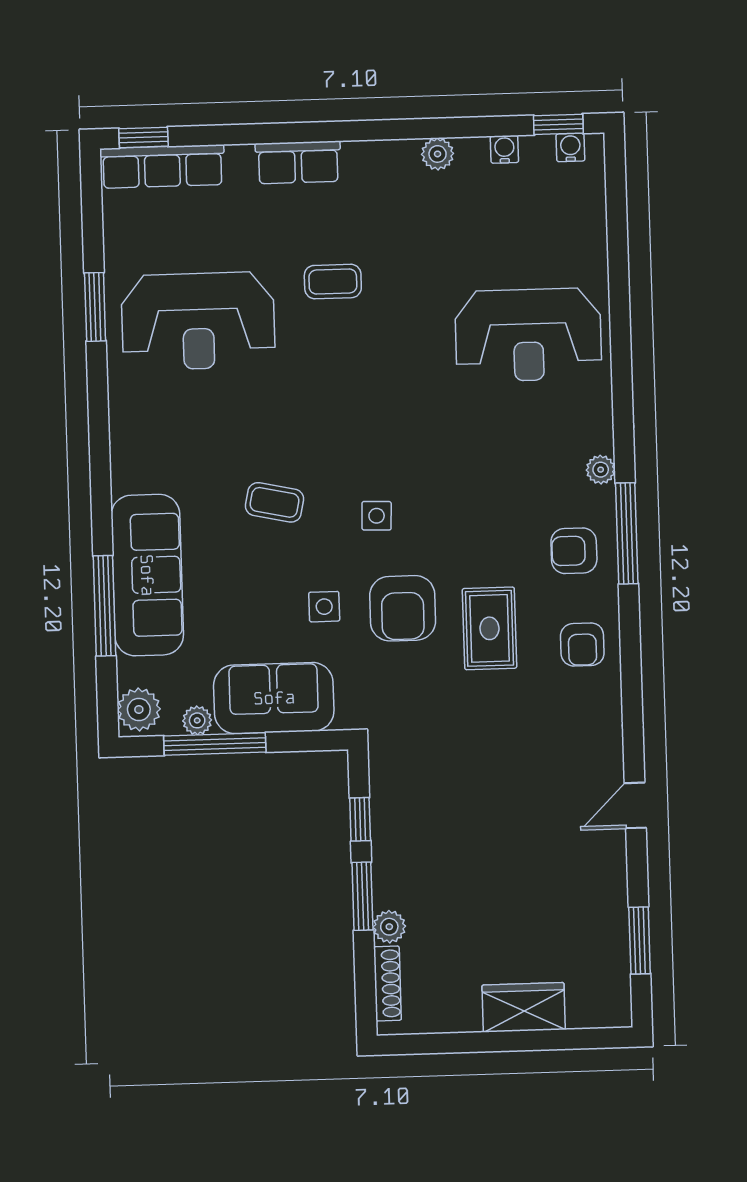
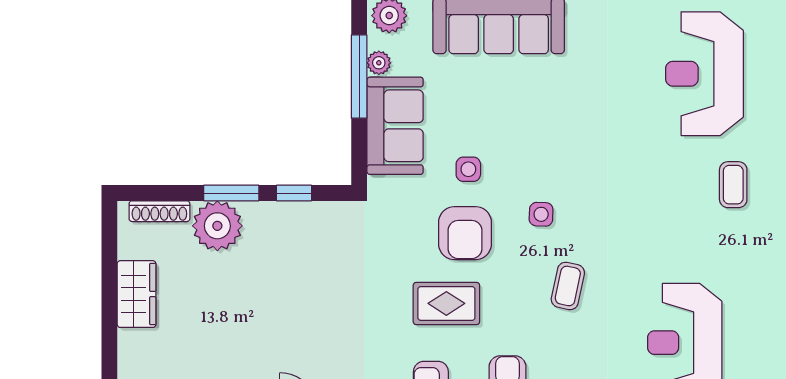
coffee table: (275, 502) -> (568, 286), moved
armchair: (403, 608) -> (465, 233), turned -90
plant: (389, 927) -> (217, 226), width x1.88, depth x1.88
wardrobe: (524, 1007) -> (137, 294), moved

